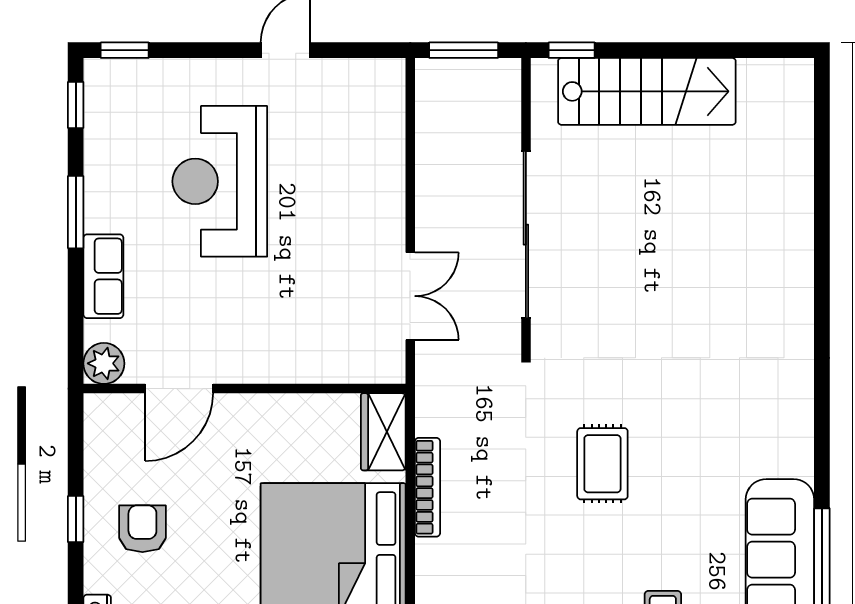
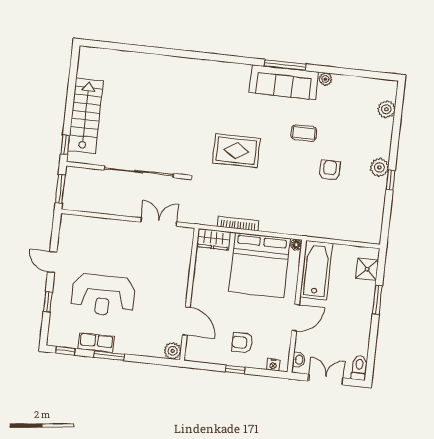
window: (125, 50) -> (48, 302), moved
row of seats: (103, 276) -> (96, 343), moved
rug: (602, 464) -> (236, 151), width x1.36, depth x1.43

